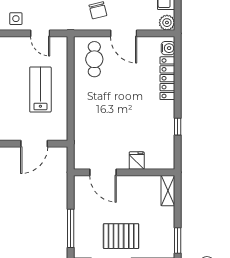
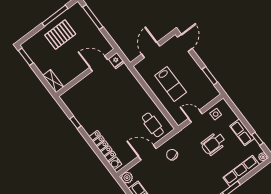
fridge: (137, 161) -> (116, 61), moved

